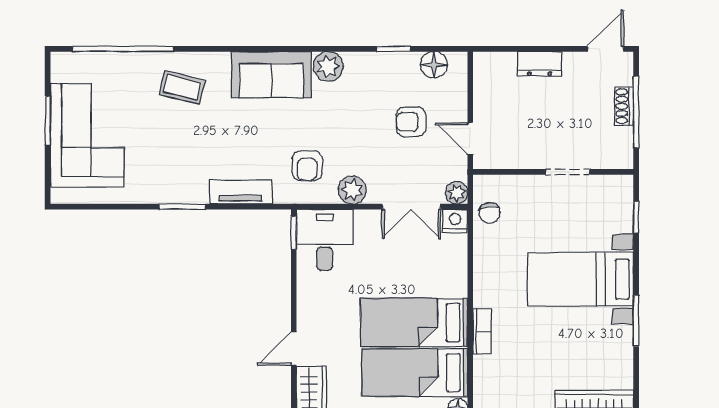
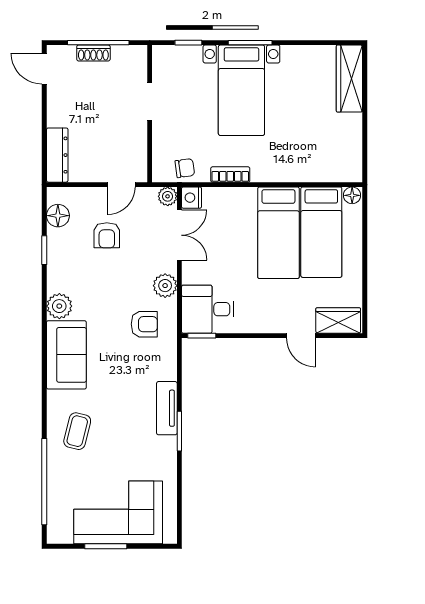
dresser: (540, 64) -> (57, 155), moved, width x1.44
tv unit: (241, 192) -> (167, 408), moved
window: (636, 321) -> (250, 43), moved
bookcase: (482, 332) -> (230, 174), moved

